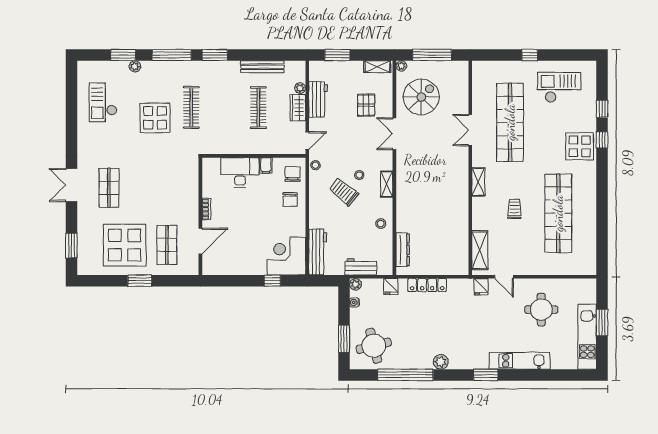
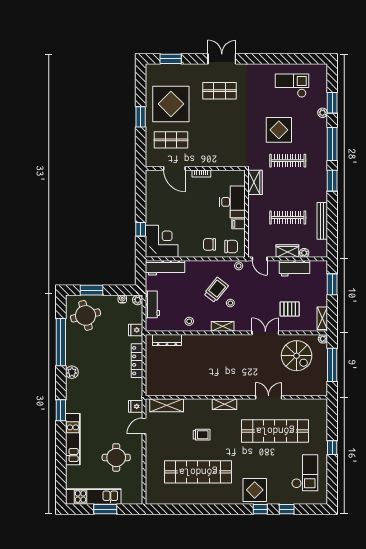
wardrobe: (217, 146) -> (255, 182), added

